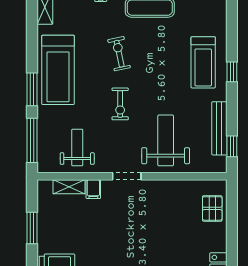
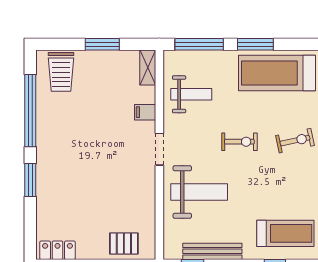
treadmill: (203, 62) -> (285, 233), turned 180
exercise bike: (120, 104) -> (239, 142), turned 180
shelving: (69, 187) -> (148, 68), moved

